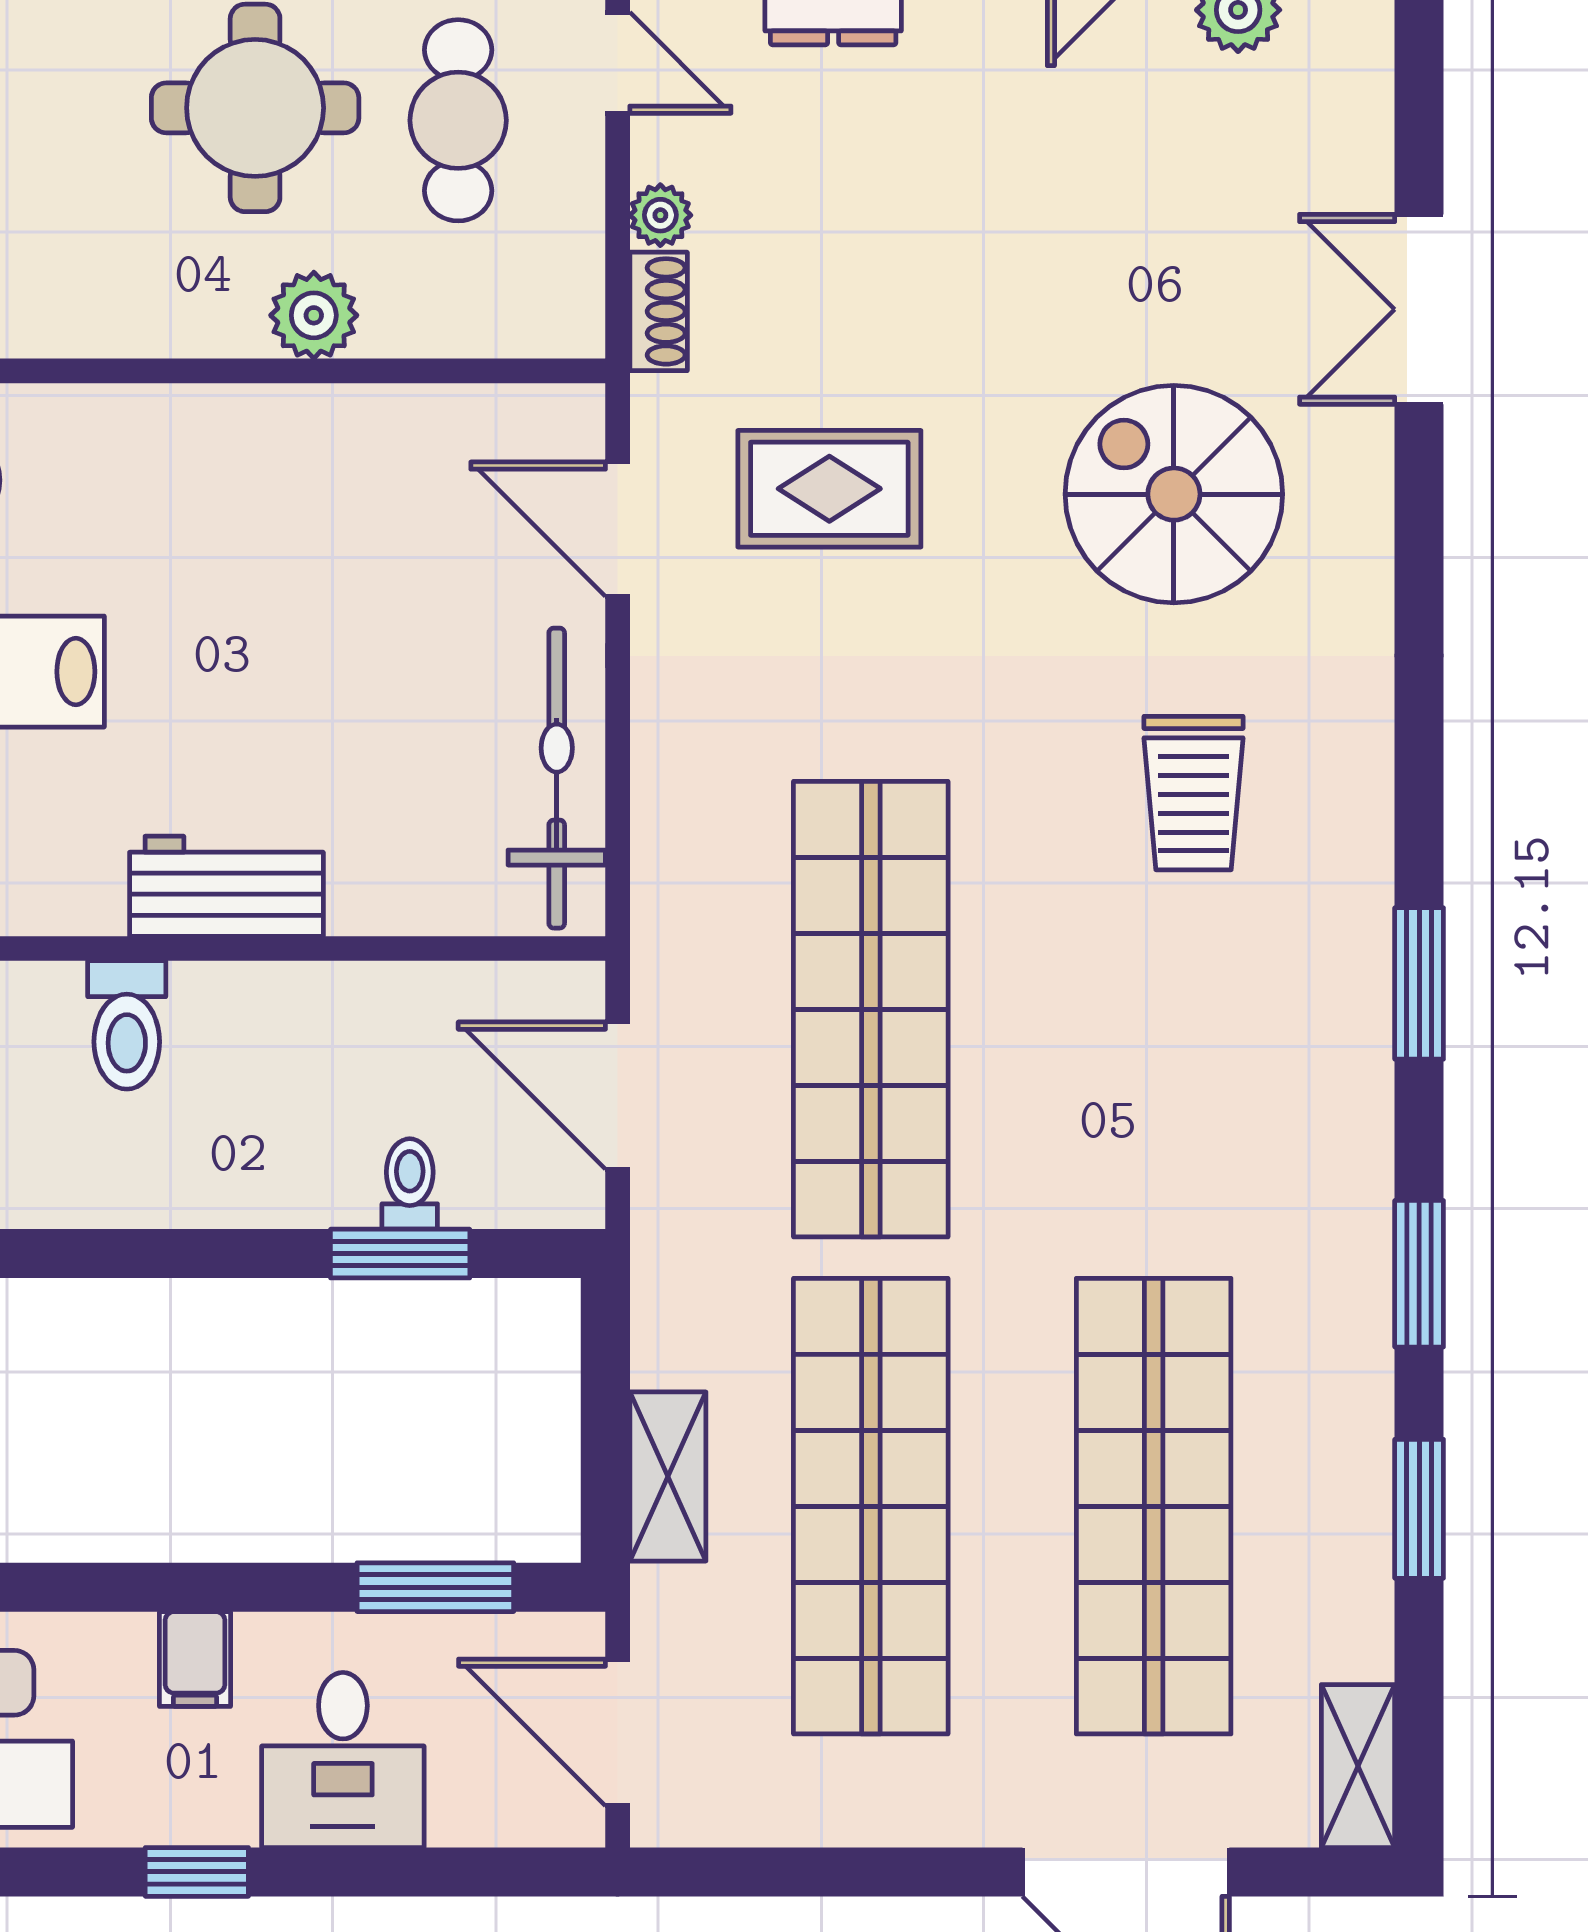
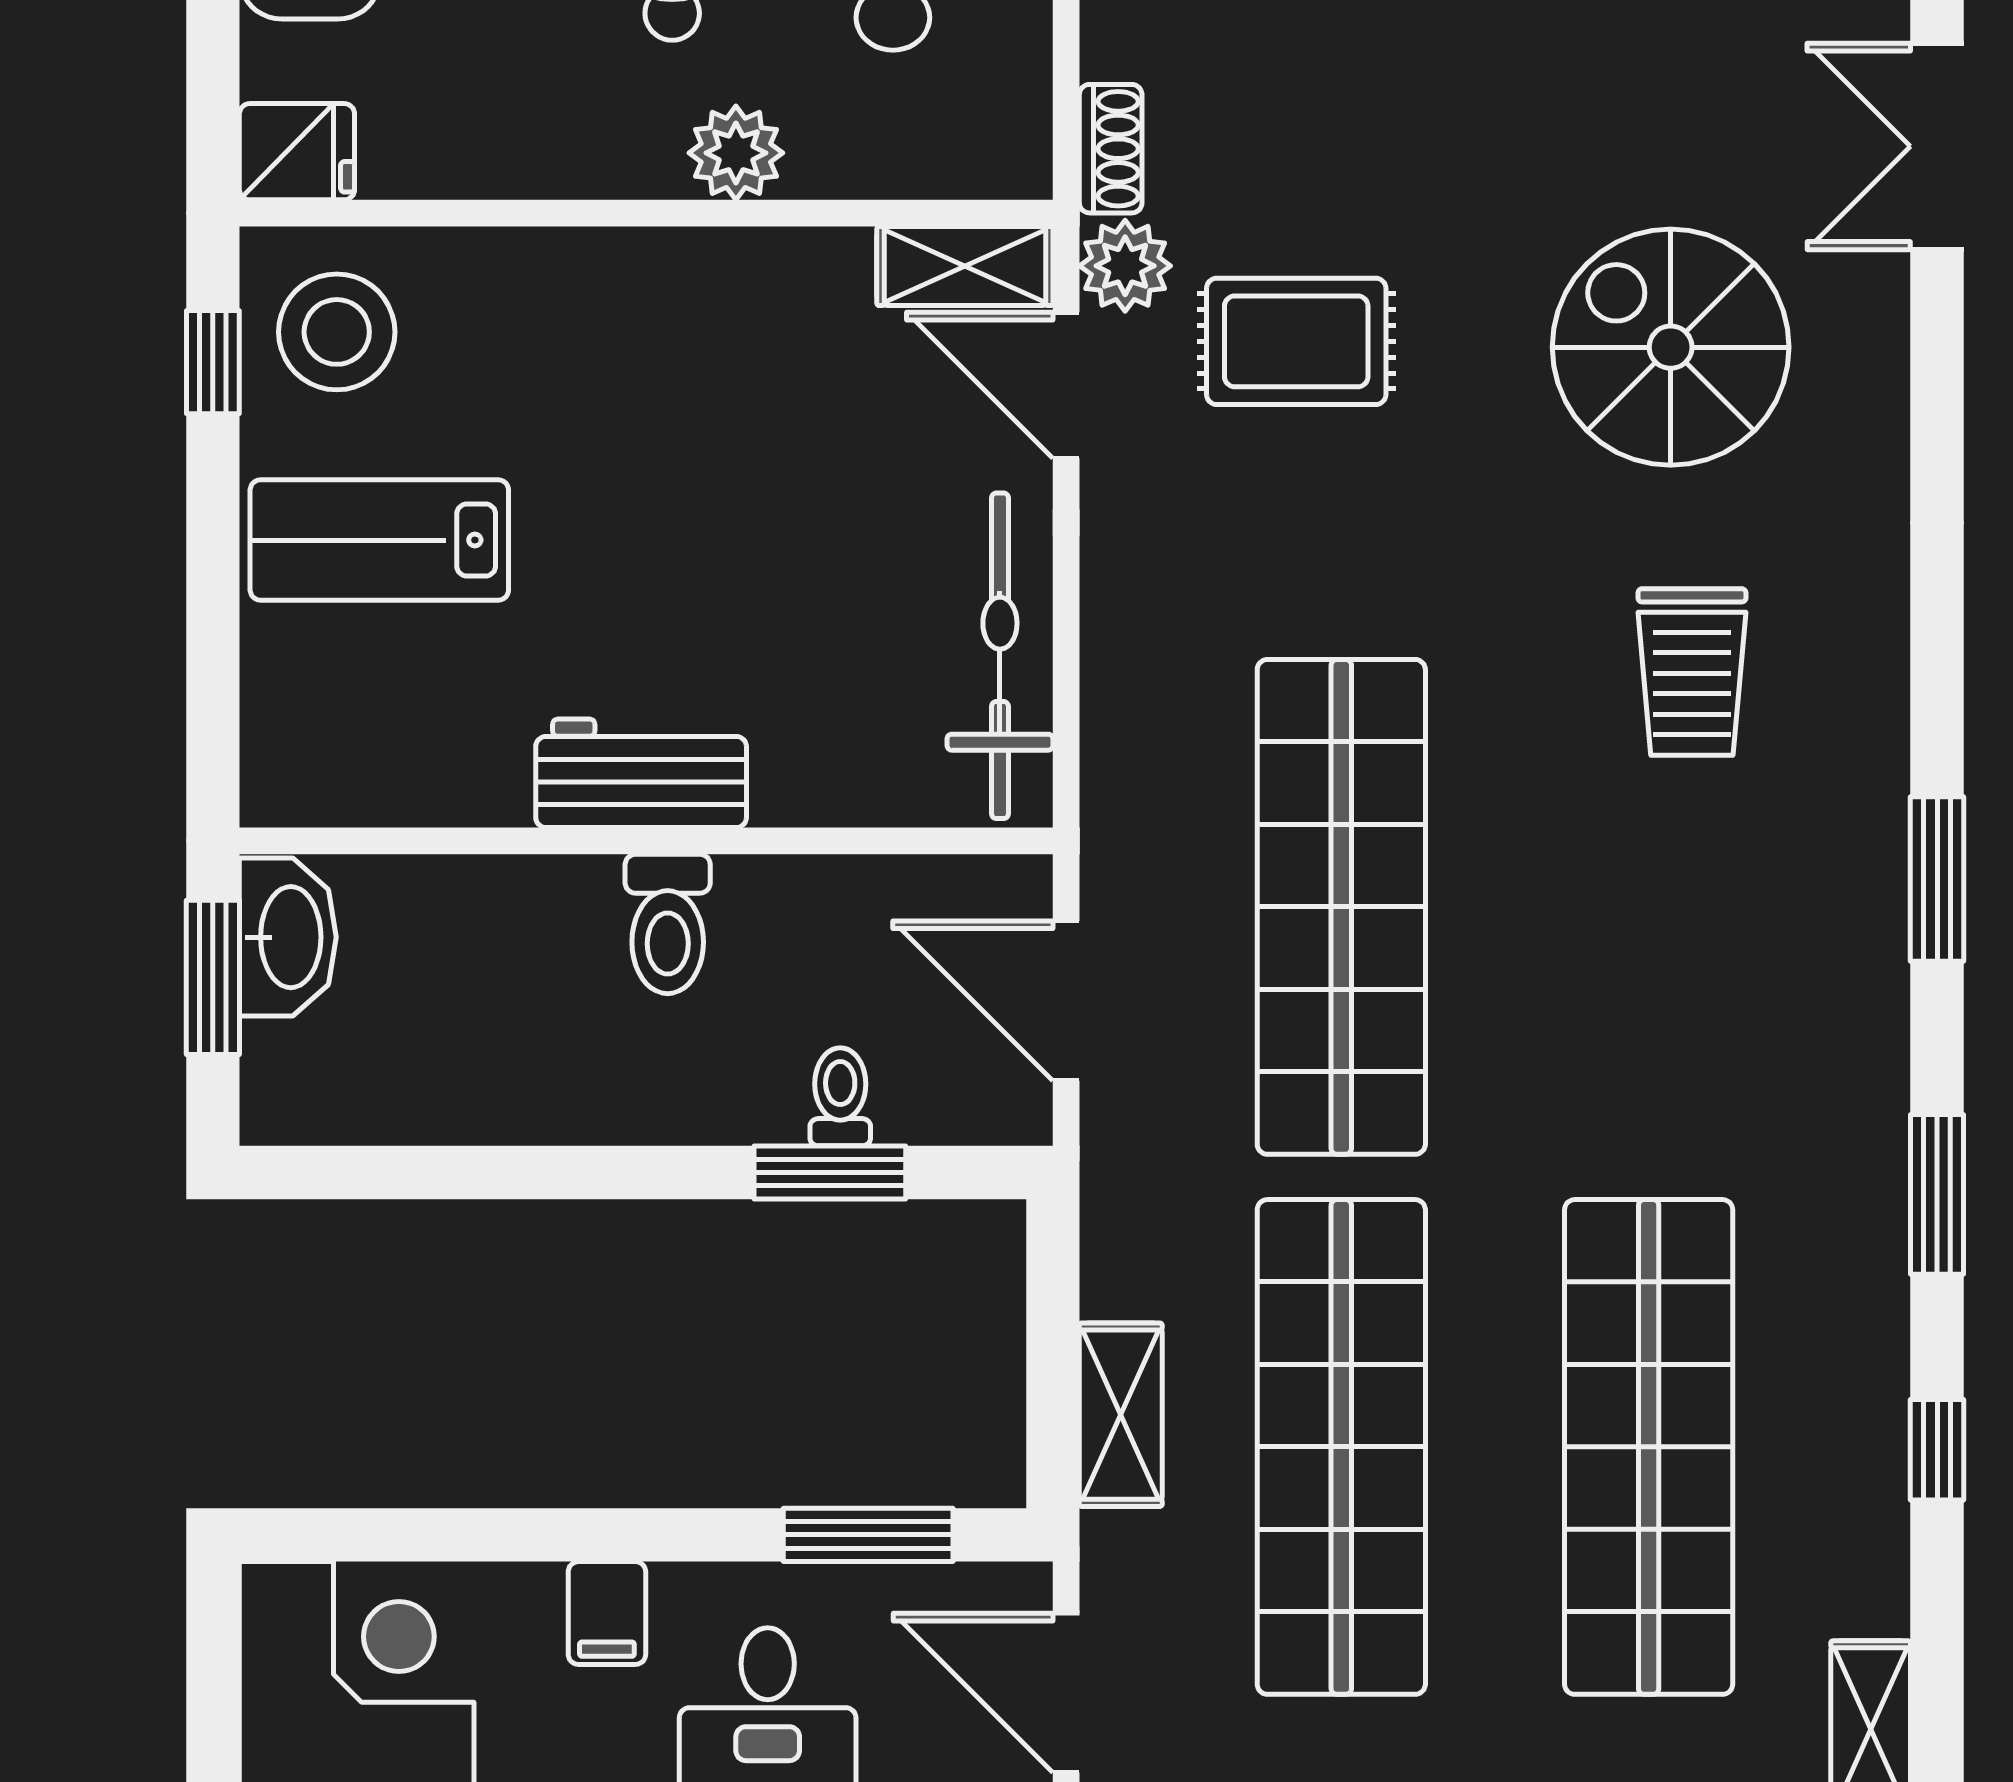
plant: (660, 215) -> (1125, 266), moved, width x1.38, depth x1.38
shelving: (524, 419) -> (965, 266), added
toilet: (127, 1025) -> (668, 924), moved
window: (1419, 1509) -> (1937, 1450), width x0.67

